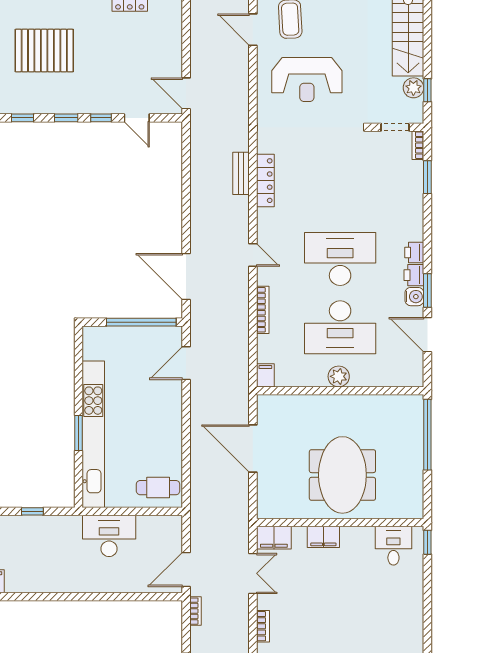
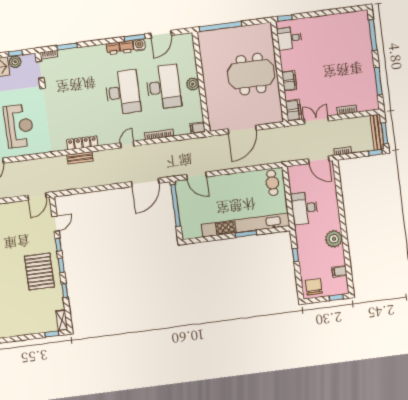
pallet: (44, 51) -> (39, 272), moved
desk: (340, 259) -> (123, 92), turned 180
plant: (51, 579) -> (334, 239), added

